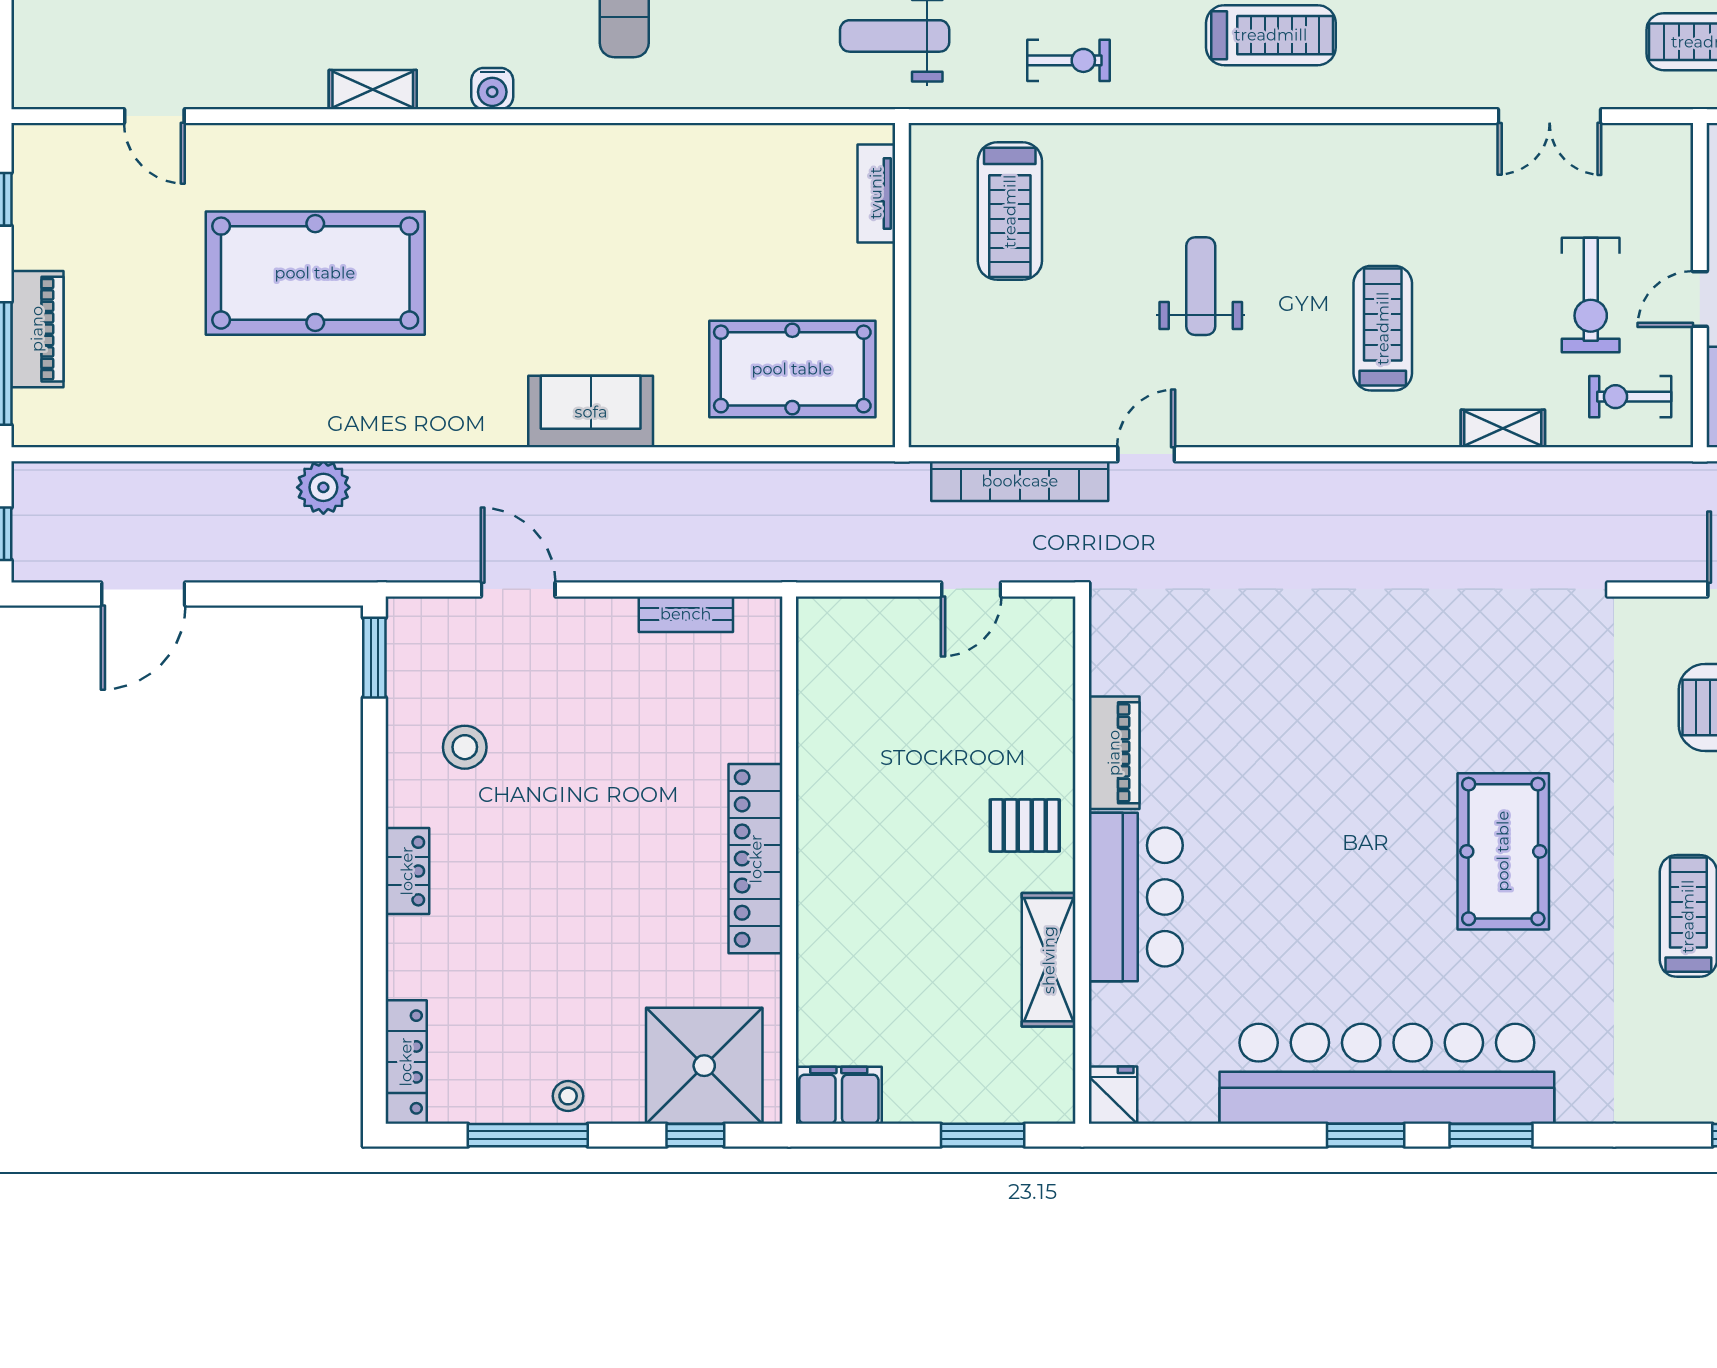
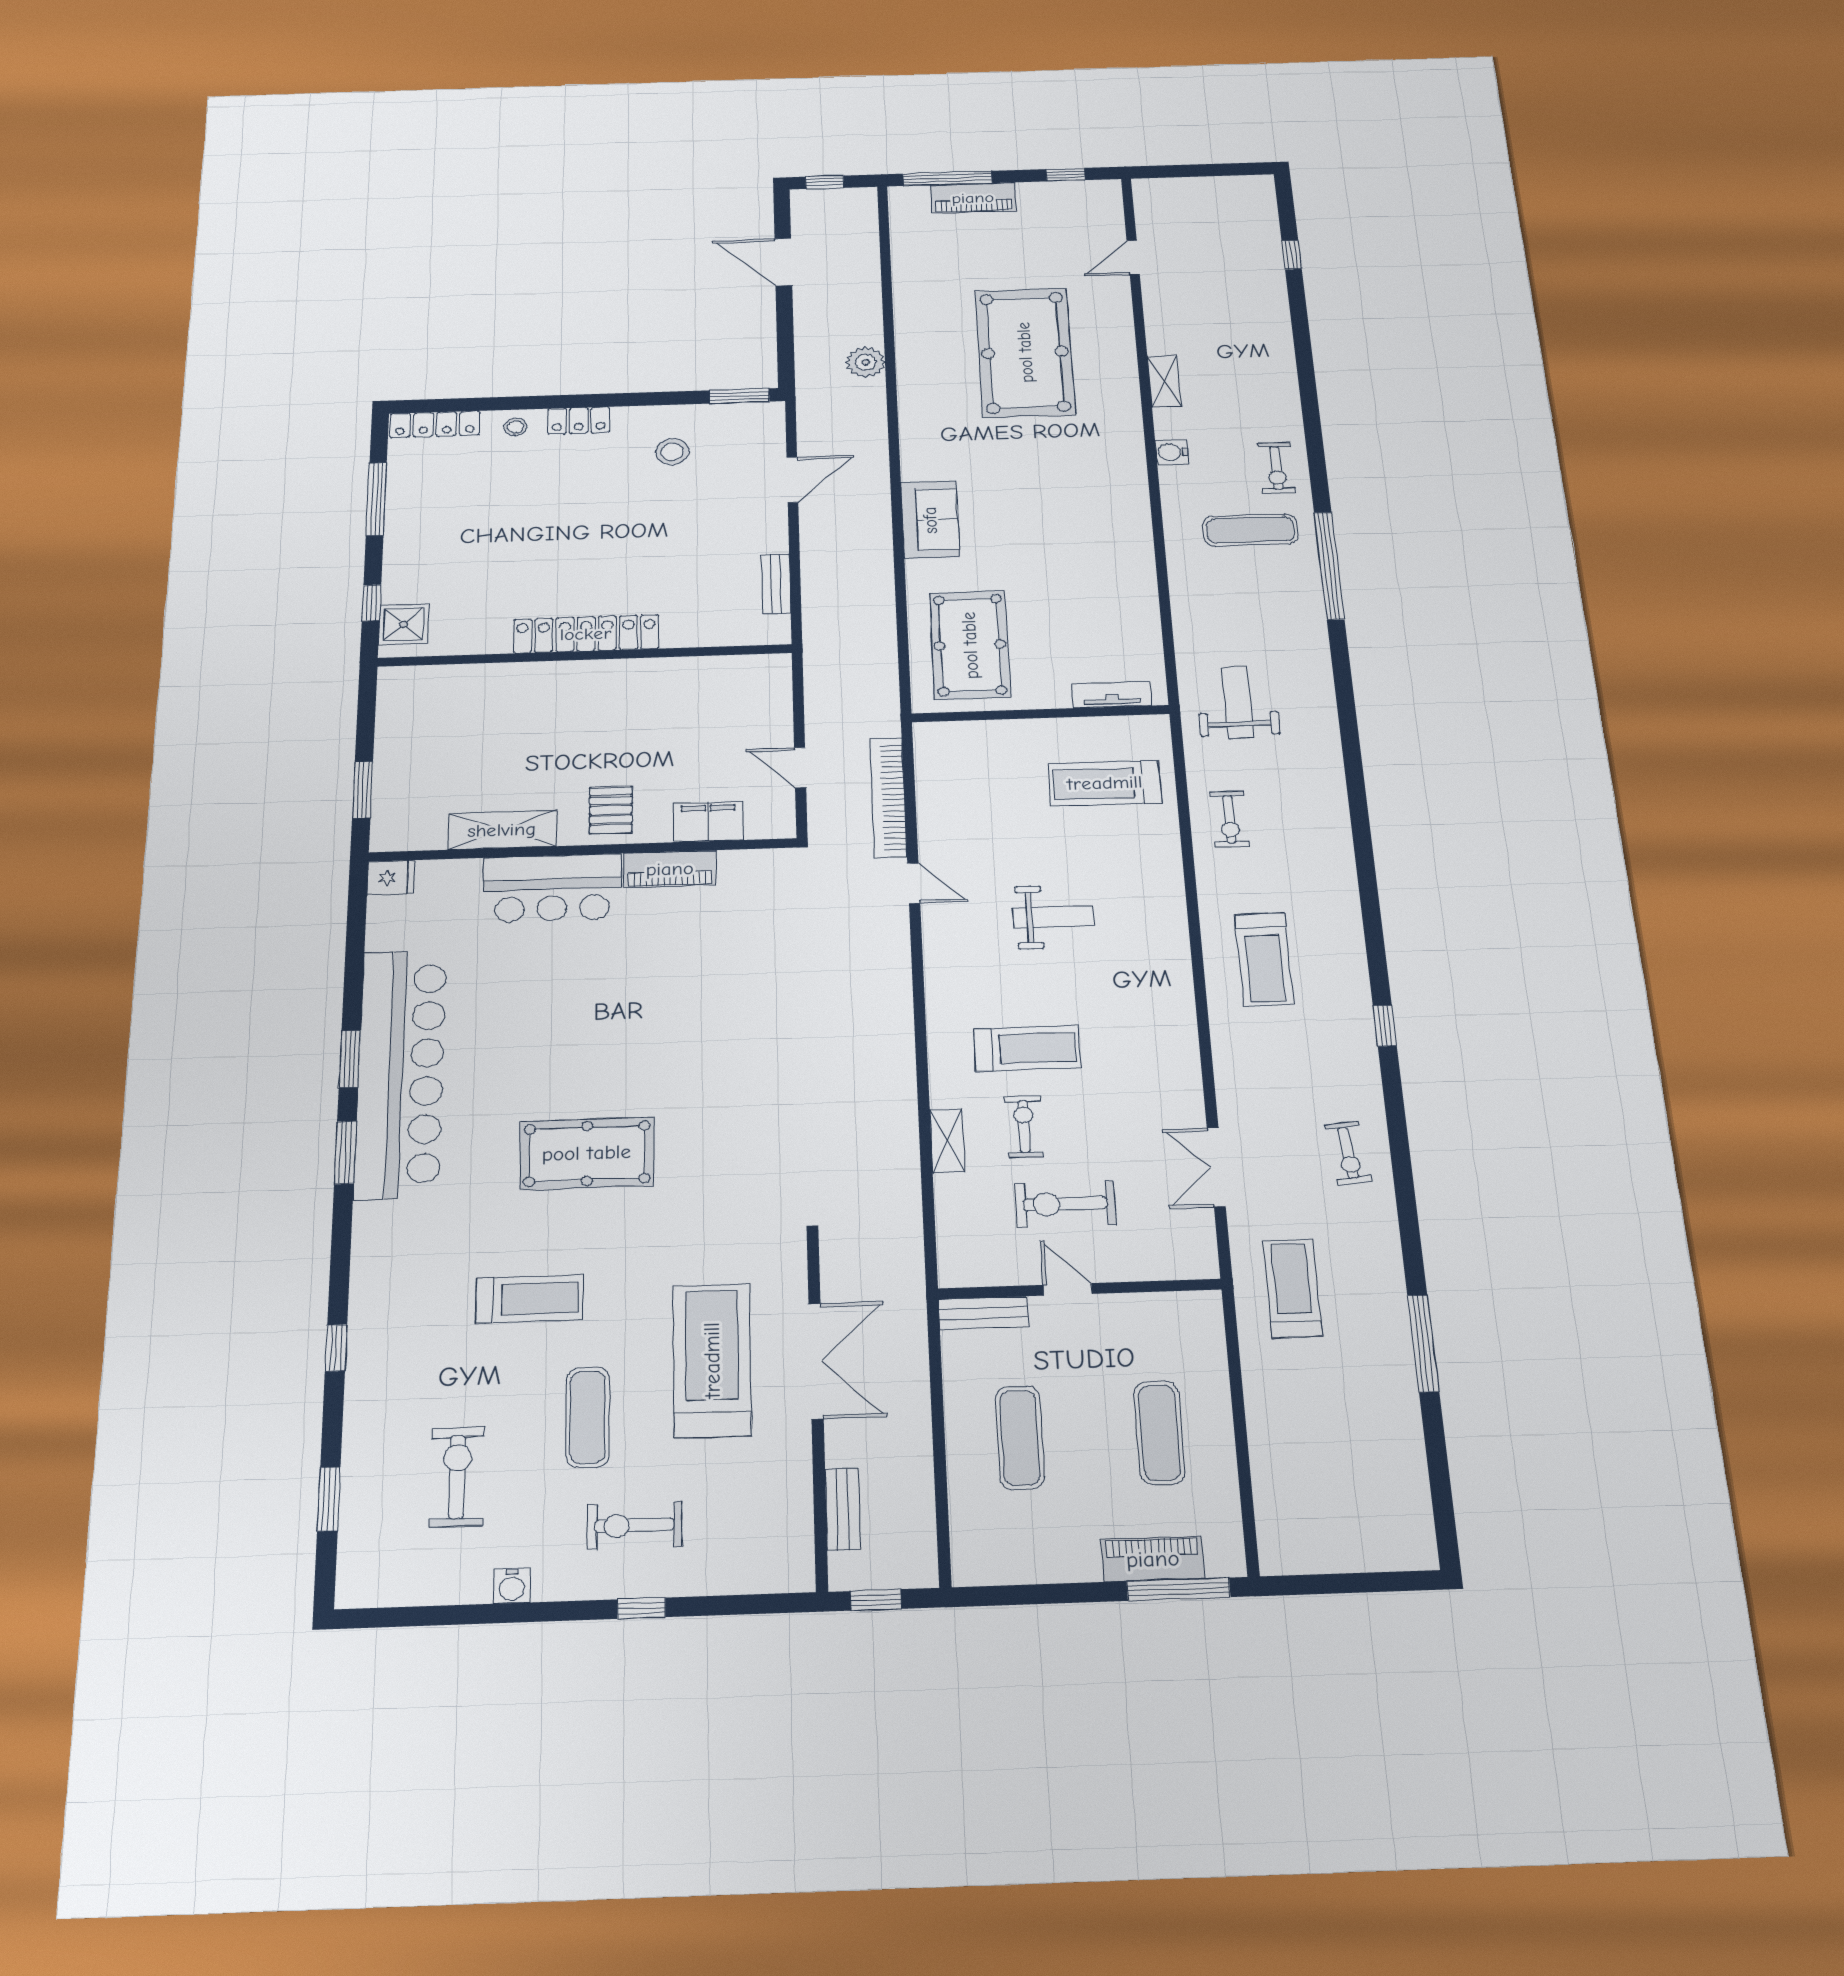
exercise bike: (1630, 397) -> (1024, 1126), moved
shower: (704, 1066) -> (404, 624), width x0.54, depth x0.54
filing cabinet: (839, 1095) -> (708, 822), moved, turned -90
stool: (568, 1096) -> (515, 427), moved

